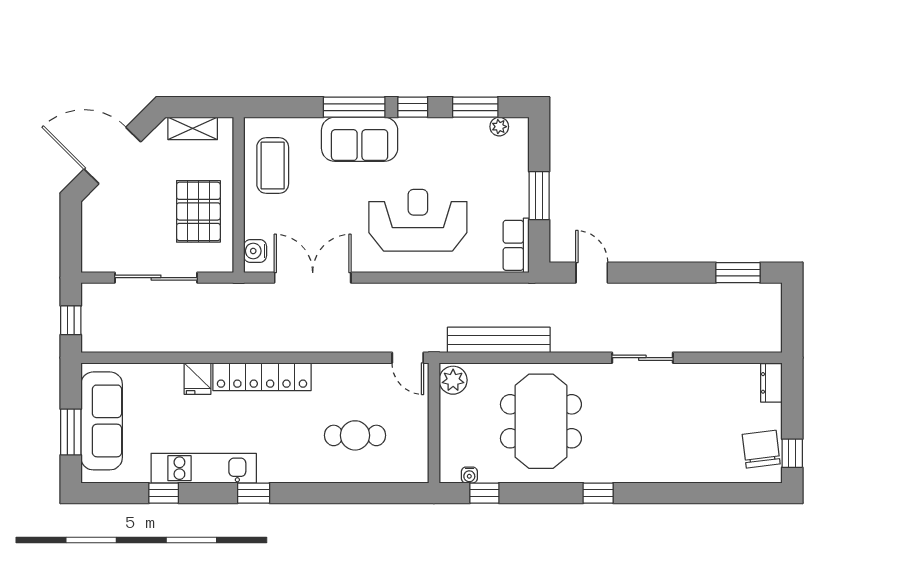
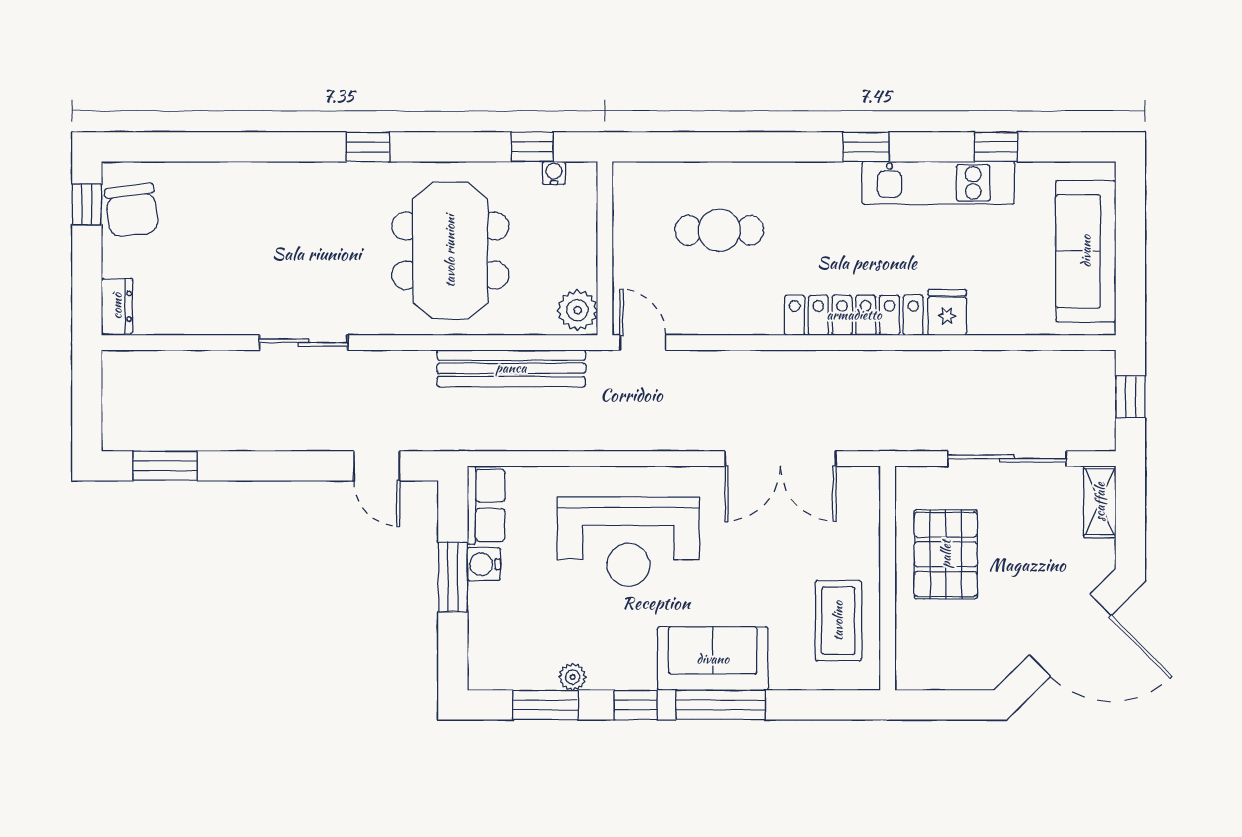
plant: (499, 127) -> (573, 677), moved
shelving: (193, 128) -> (1100, 502), moved, turned 90
water cooler: (255, 251) -> (484, 564), moved, turned 180
window: (71, 432) -> (1130, 235), removed

